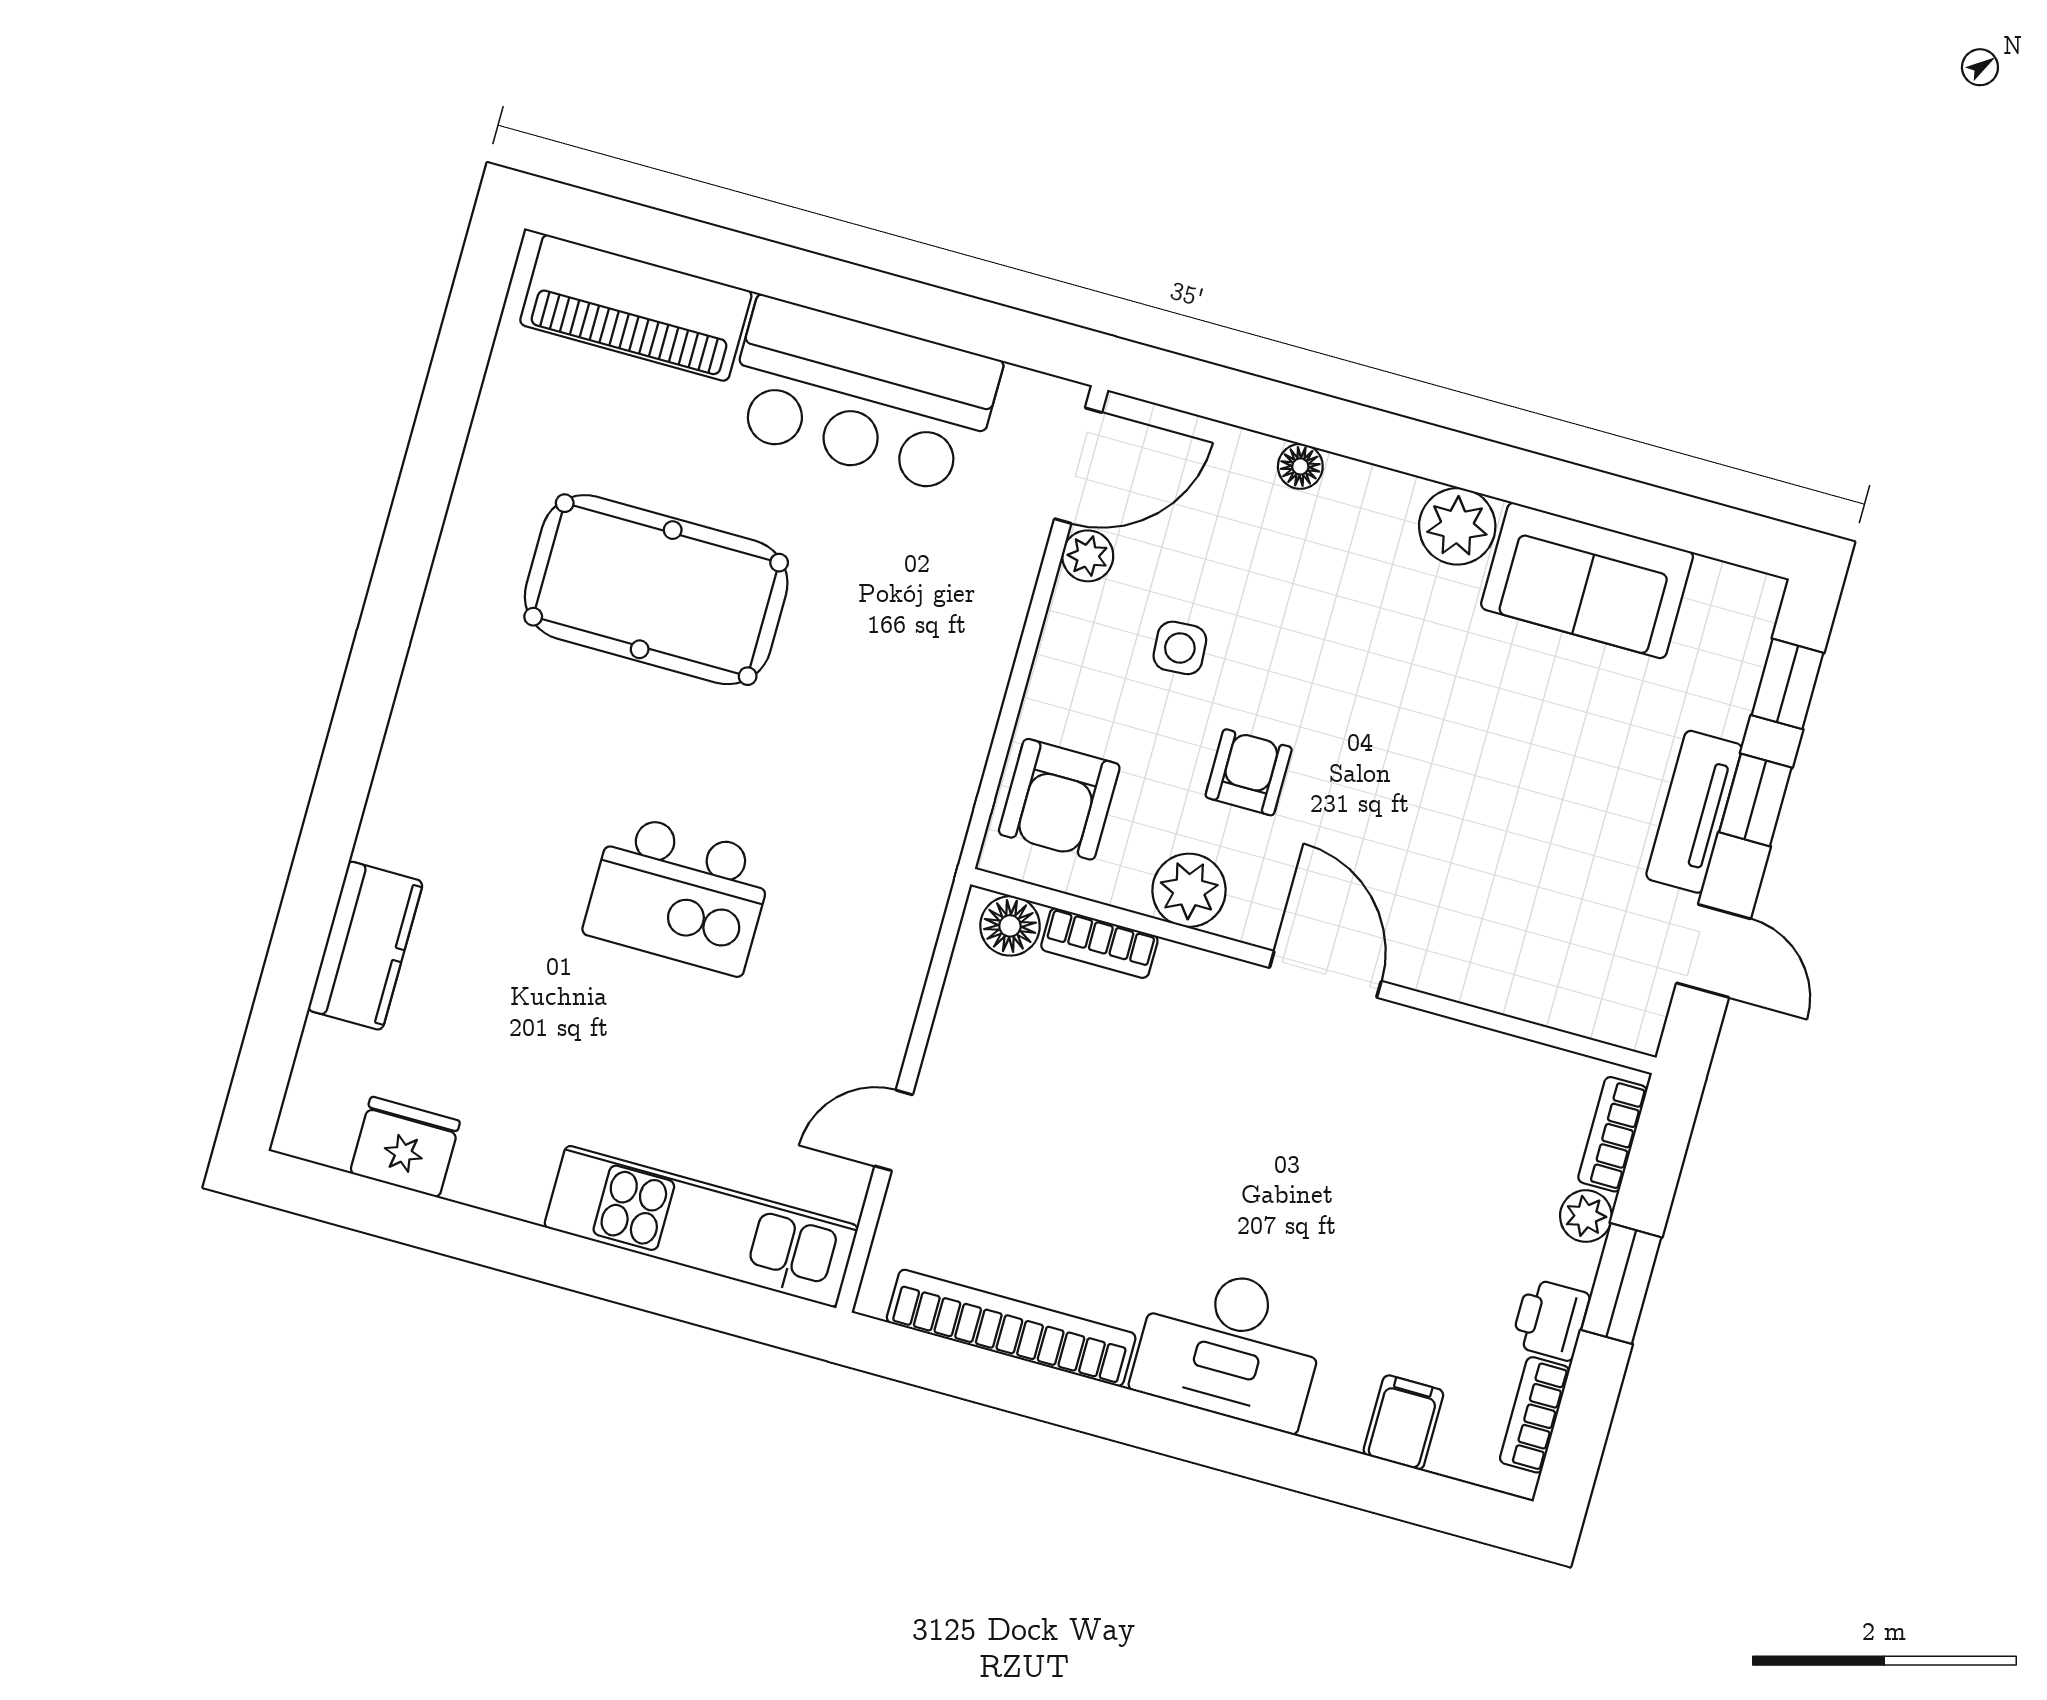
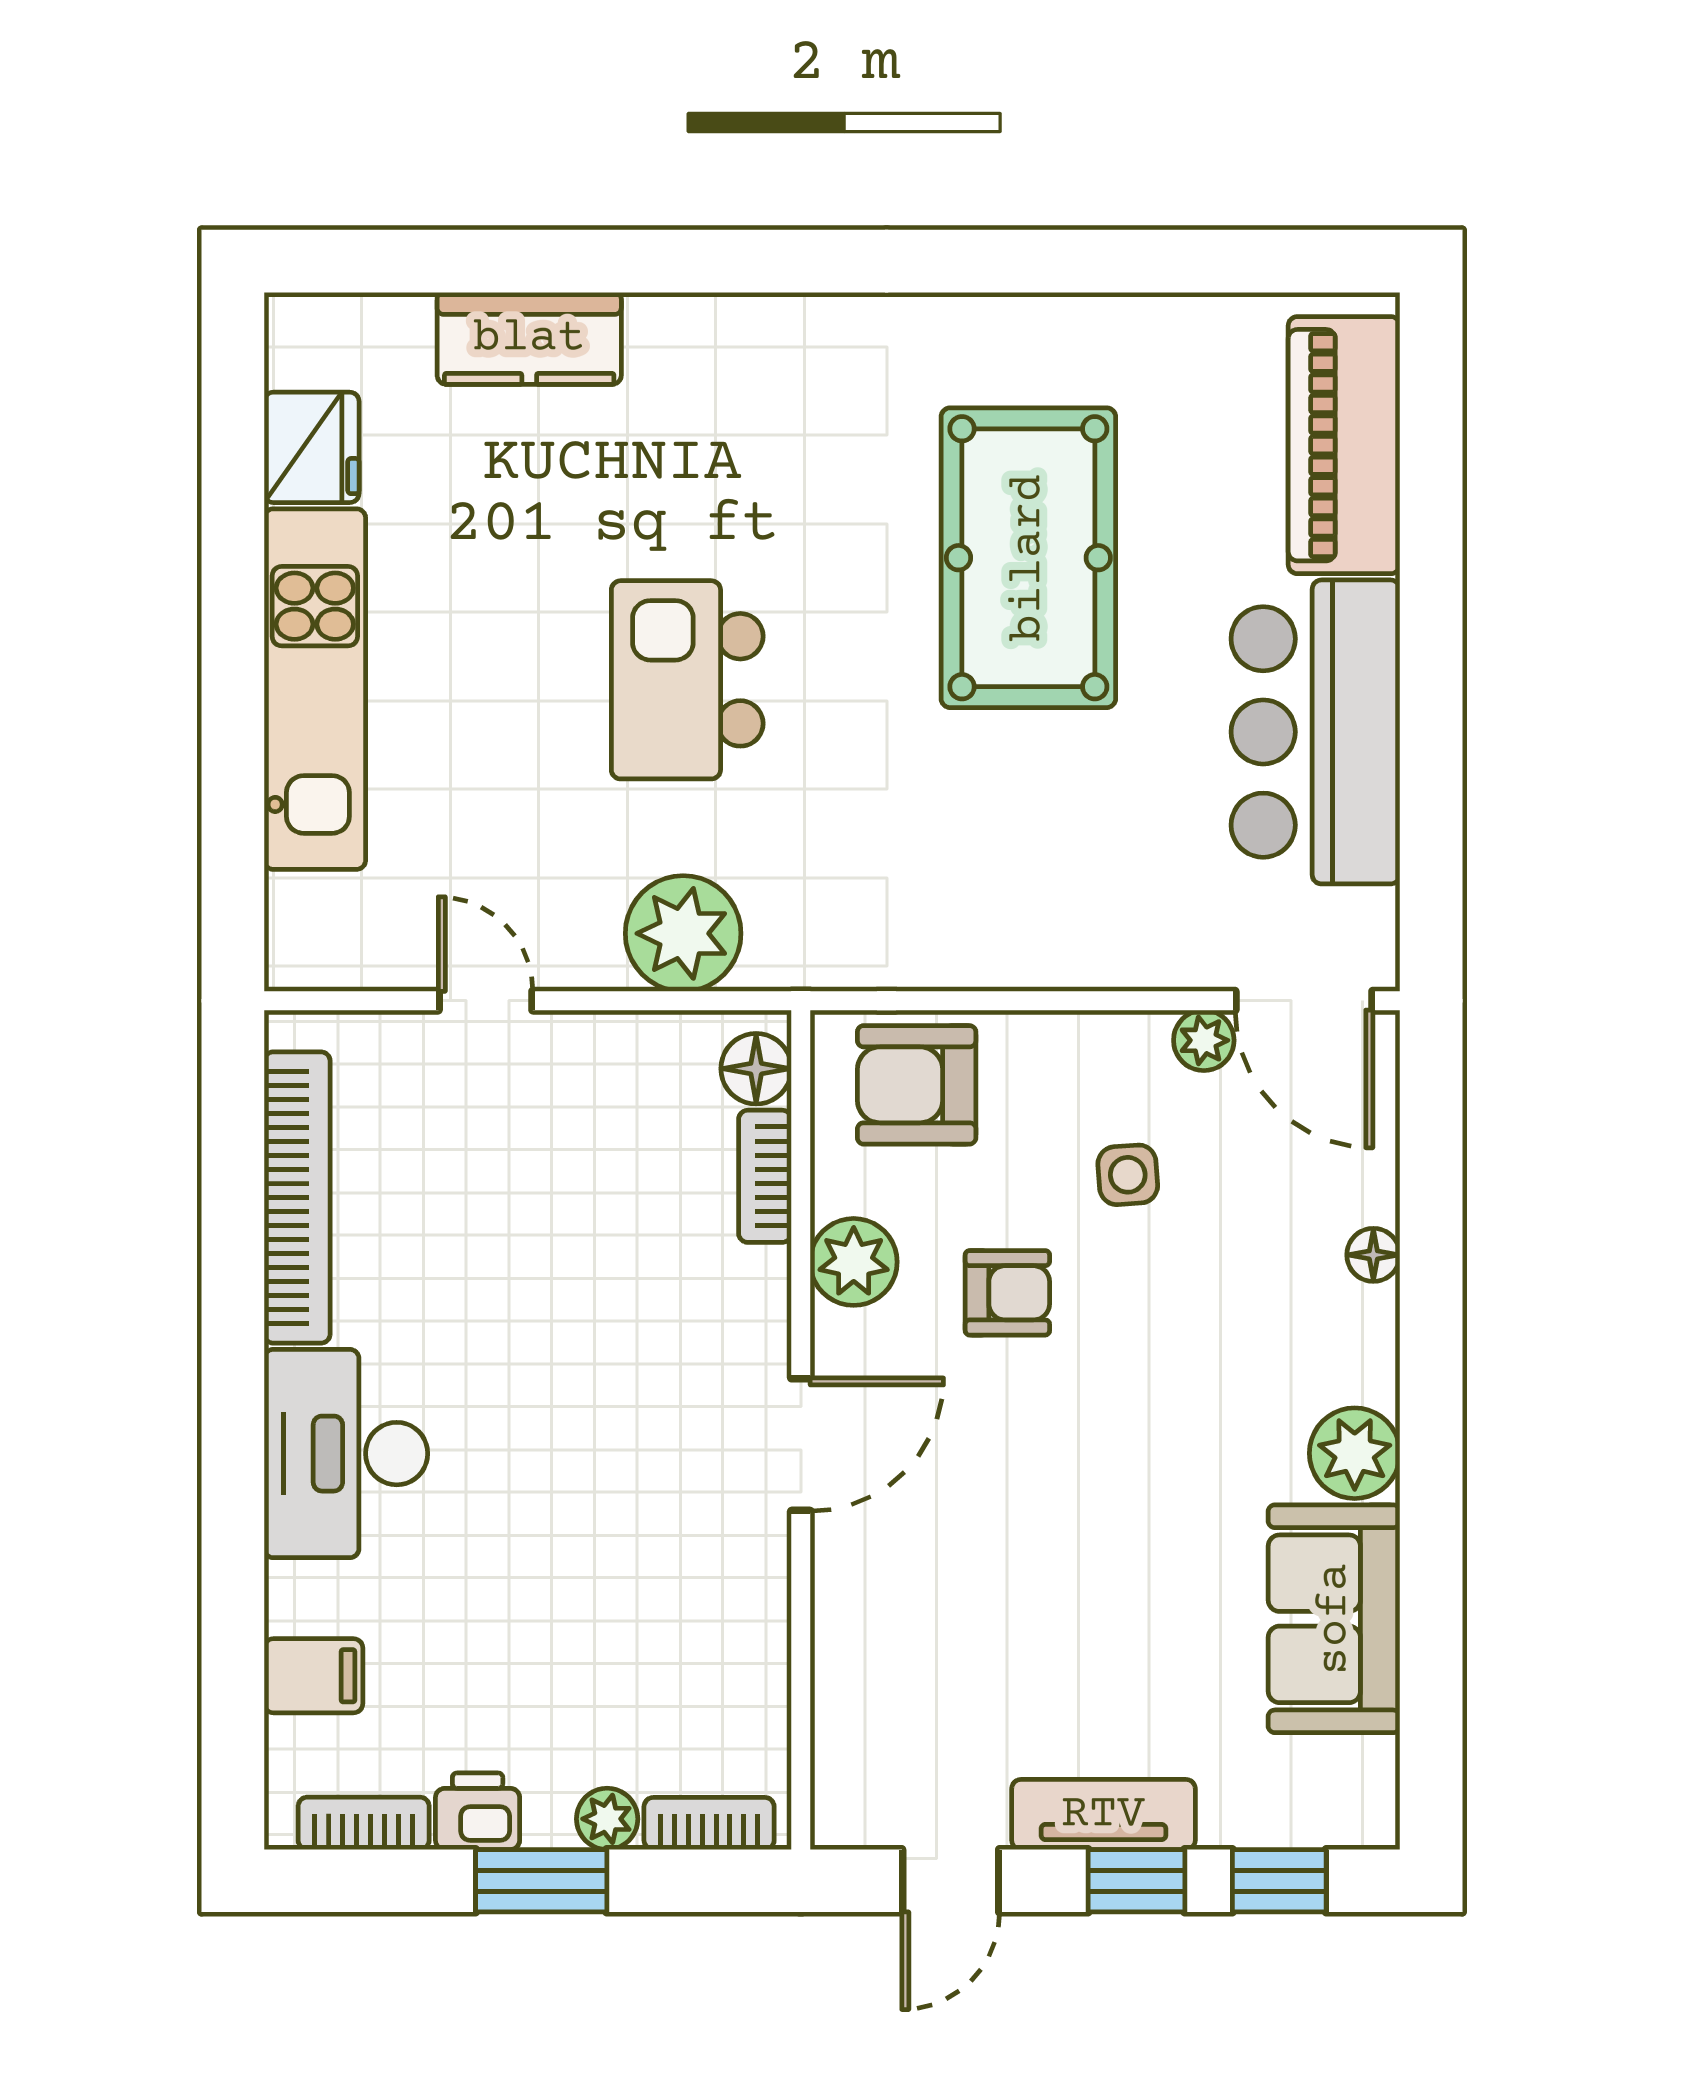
plant: (884, 955) -> (683, 933), added
kitchen unit: (701, 1226) -> (315, 689), moved

